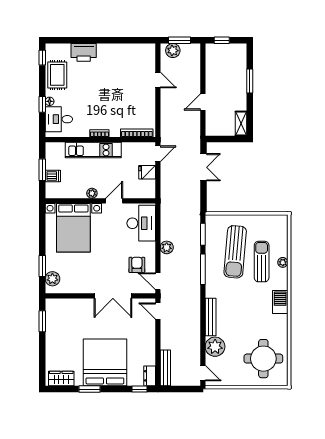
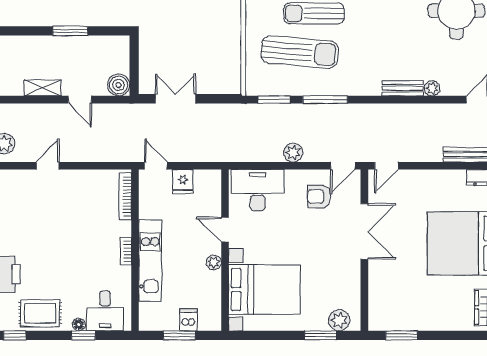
window: (250, 81) -> (70, 31), moved
shelving: (241, 123) -> (43, 88), moved
boiler: (213, 128) -> (119, 85), added
bench: (211, 317) -> (403, 88), width x0.73
plant: (215, 347) -> (432, 88), width x0.53, depth x0.53

